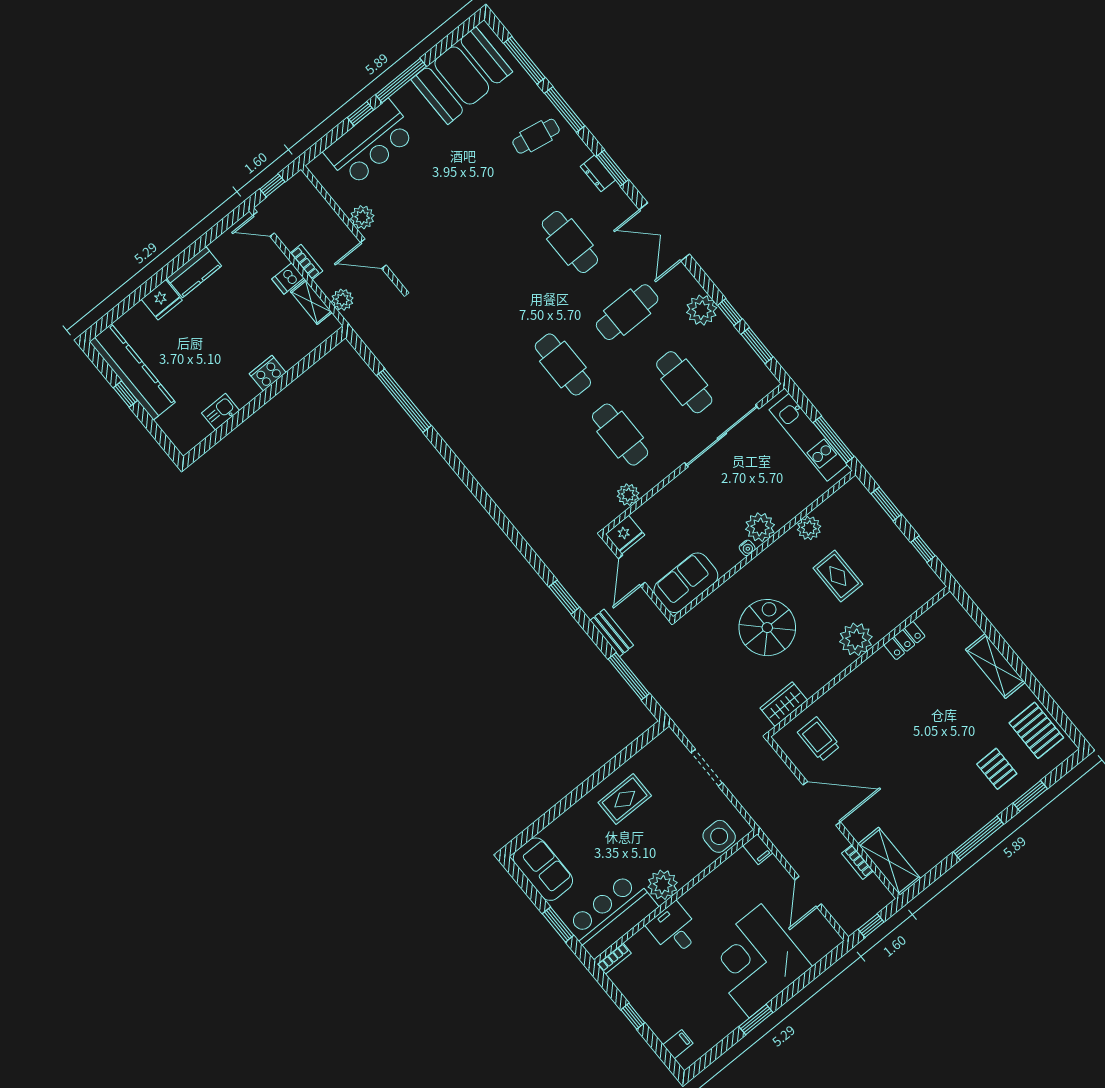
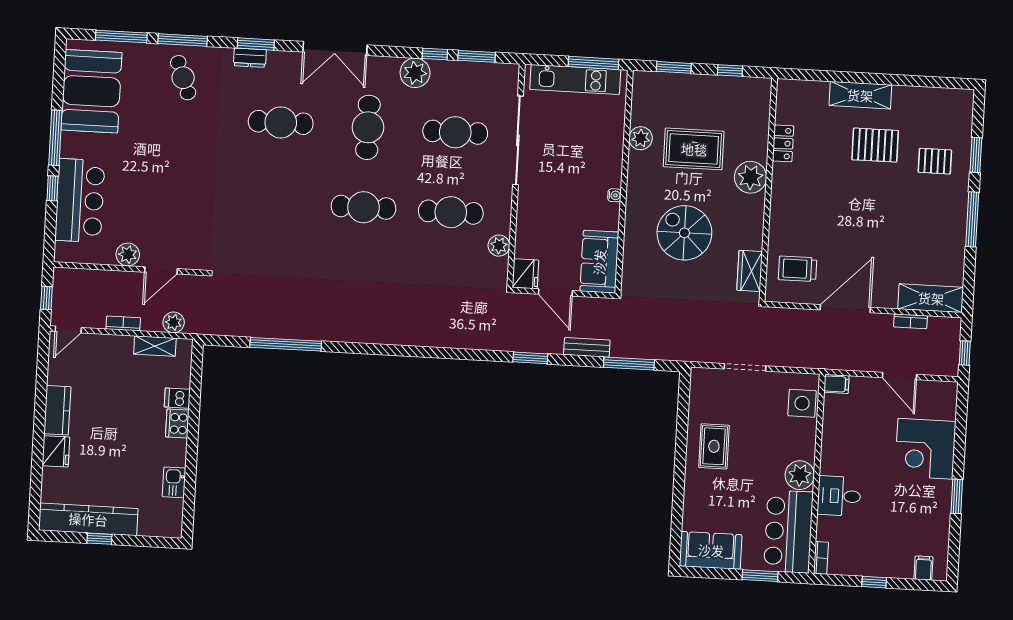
cafe table: (536, 136) -> (183, 78), turned -31
dishwasher: (288, 278) -> (177, 398), moved, turned 90
plant: (760, 527) -> (608, 173), removed
rug: (838, 576) -> (694, 149), width x1.36, depth x1.43
pallet: (1036, 730) -> (875, 145), moved
corner desk: (755, 961) -> (925, 449), width x0.74, depth x0.74

